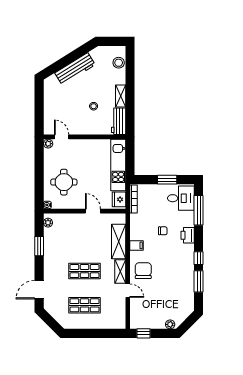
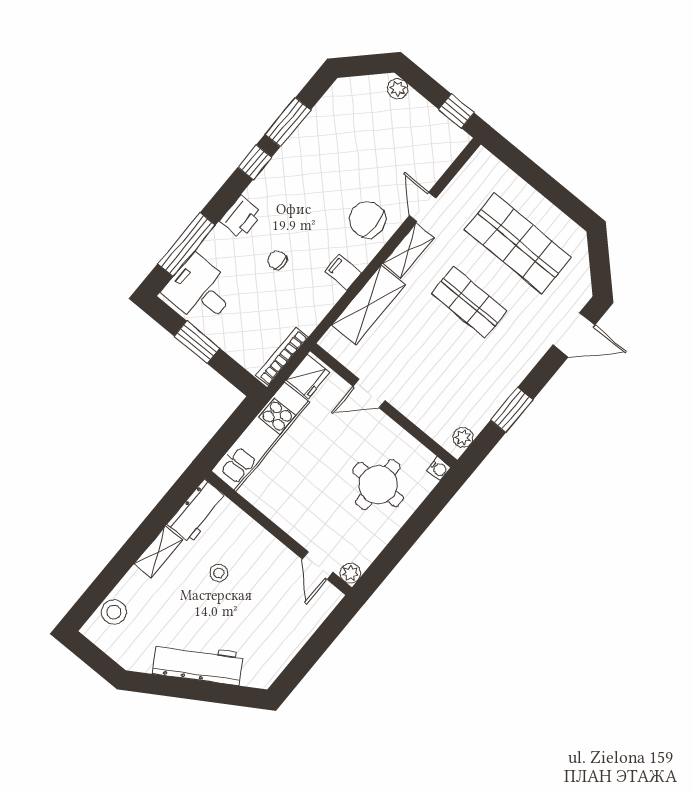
door: (93, 211) -> (369, 393), hinge flipped
chair: (143, 271) -> (367, 219), turned 90
shop shelf: (85, 305) -> (518, 243), width x1.43, depth x1.36

